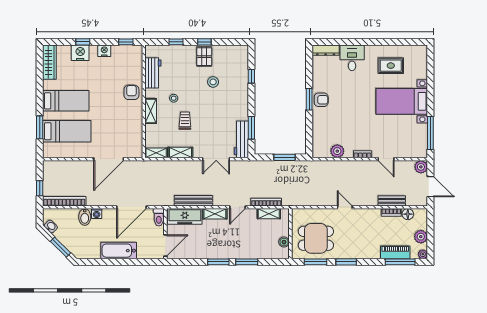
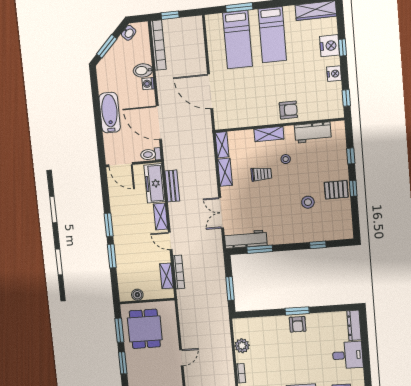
bench: (194, 201) -> (172, 186), width x0.73

